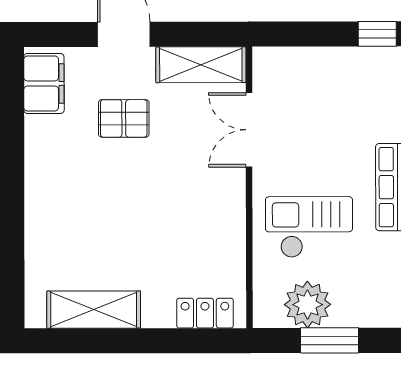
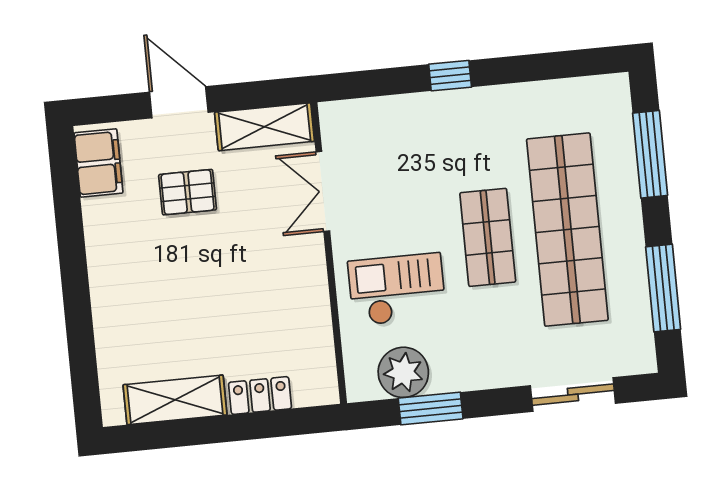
locker: (205, 313) -> (260, 395), moved

